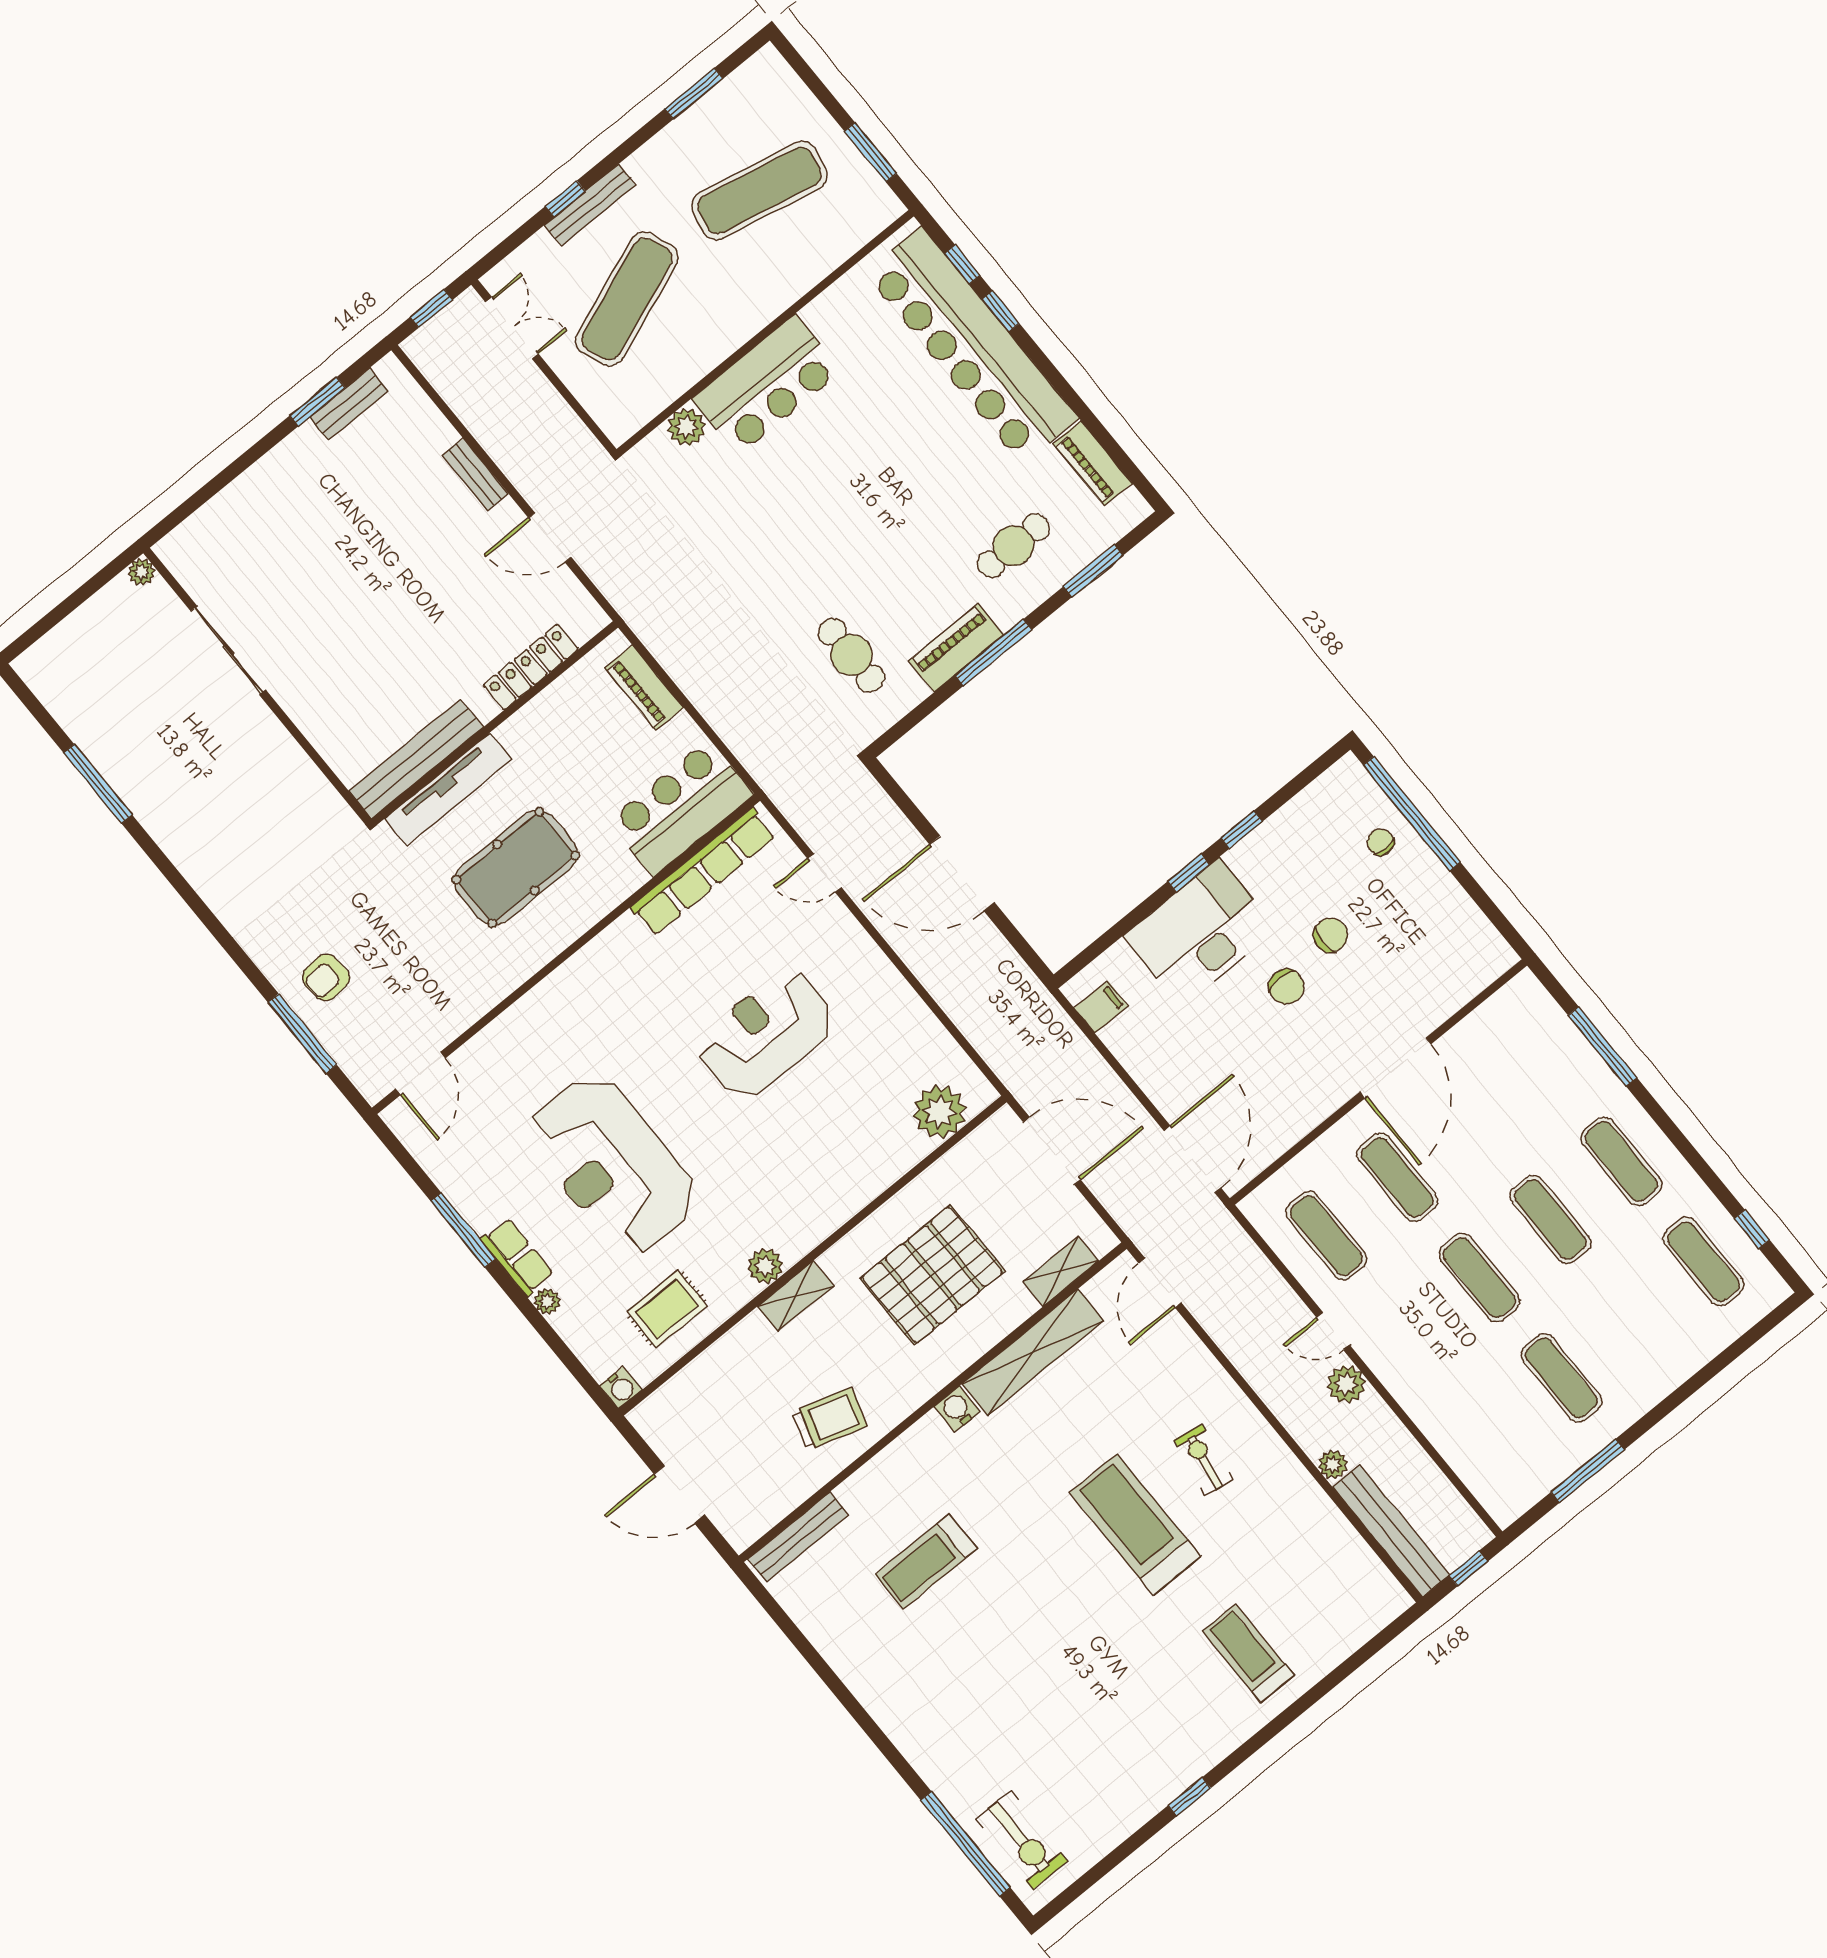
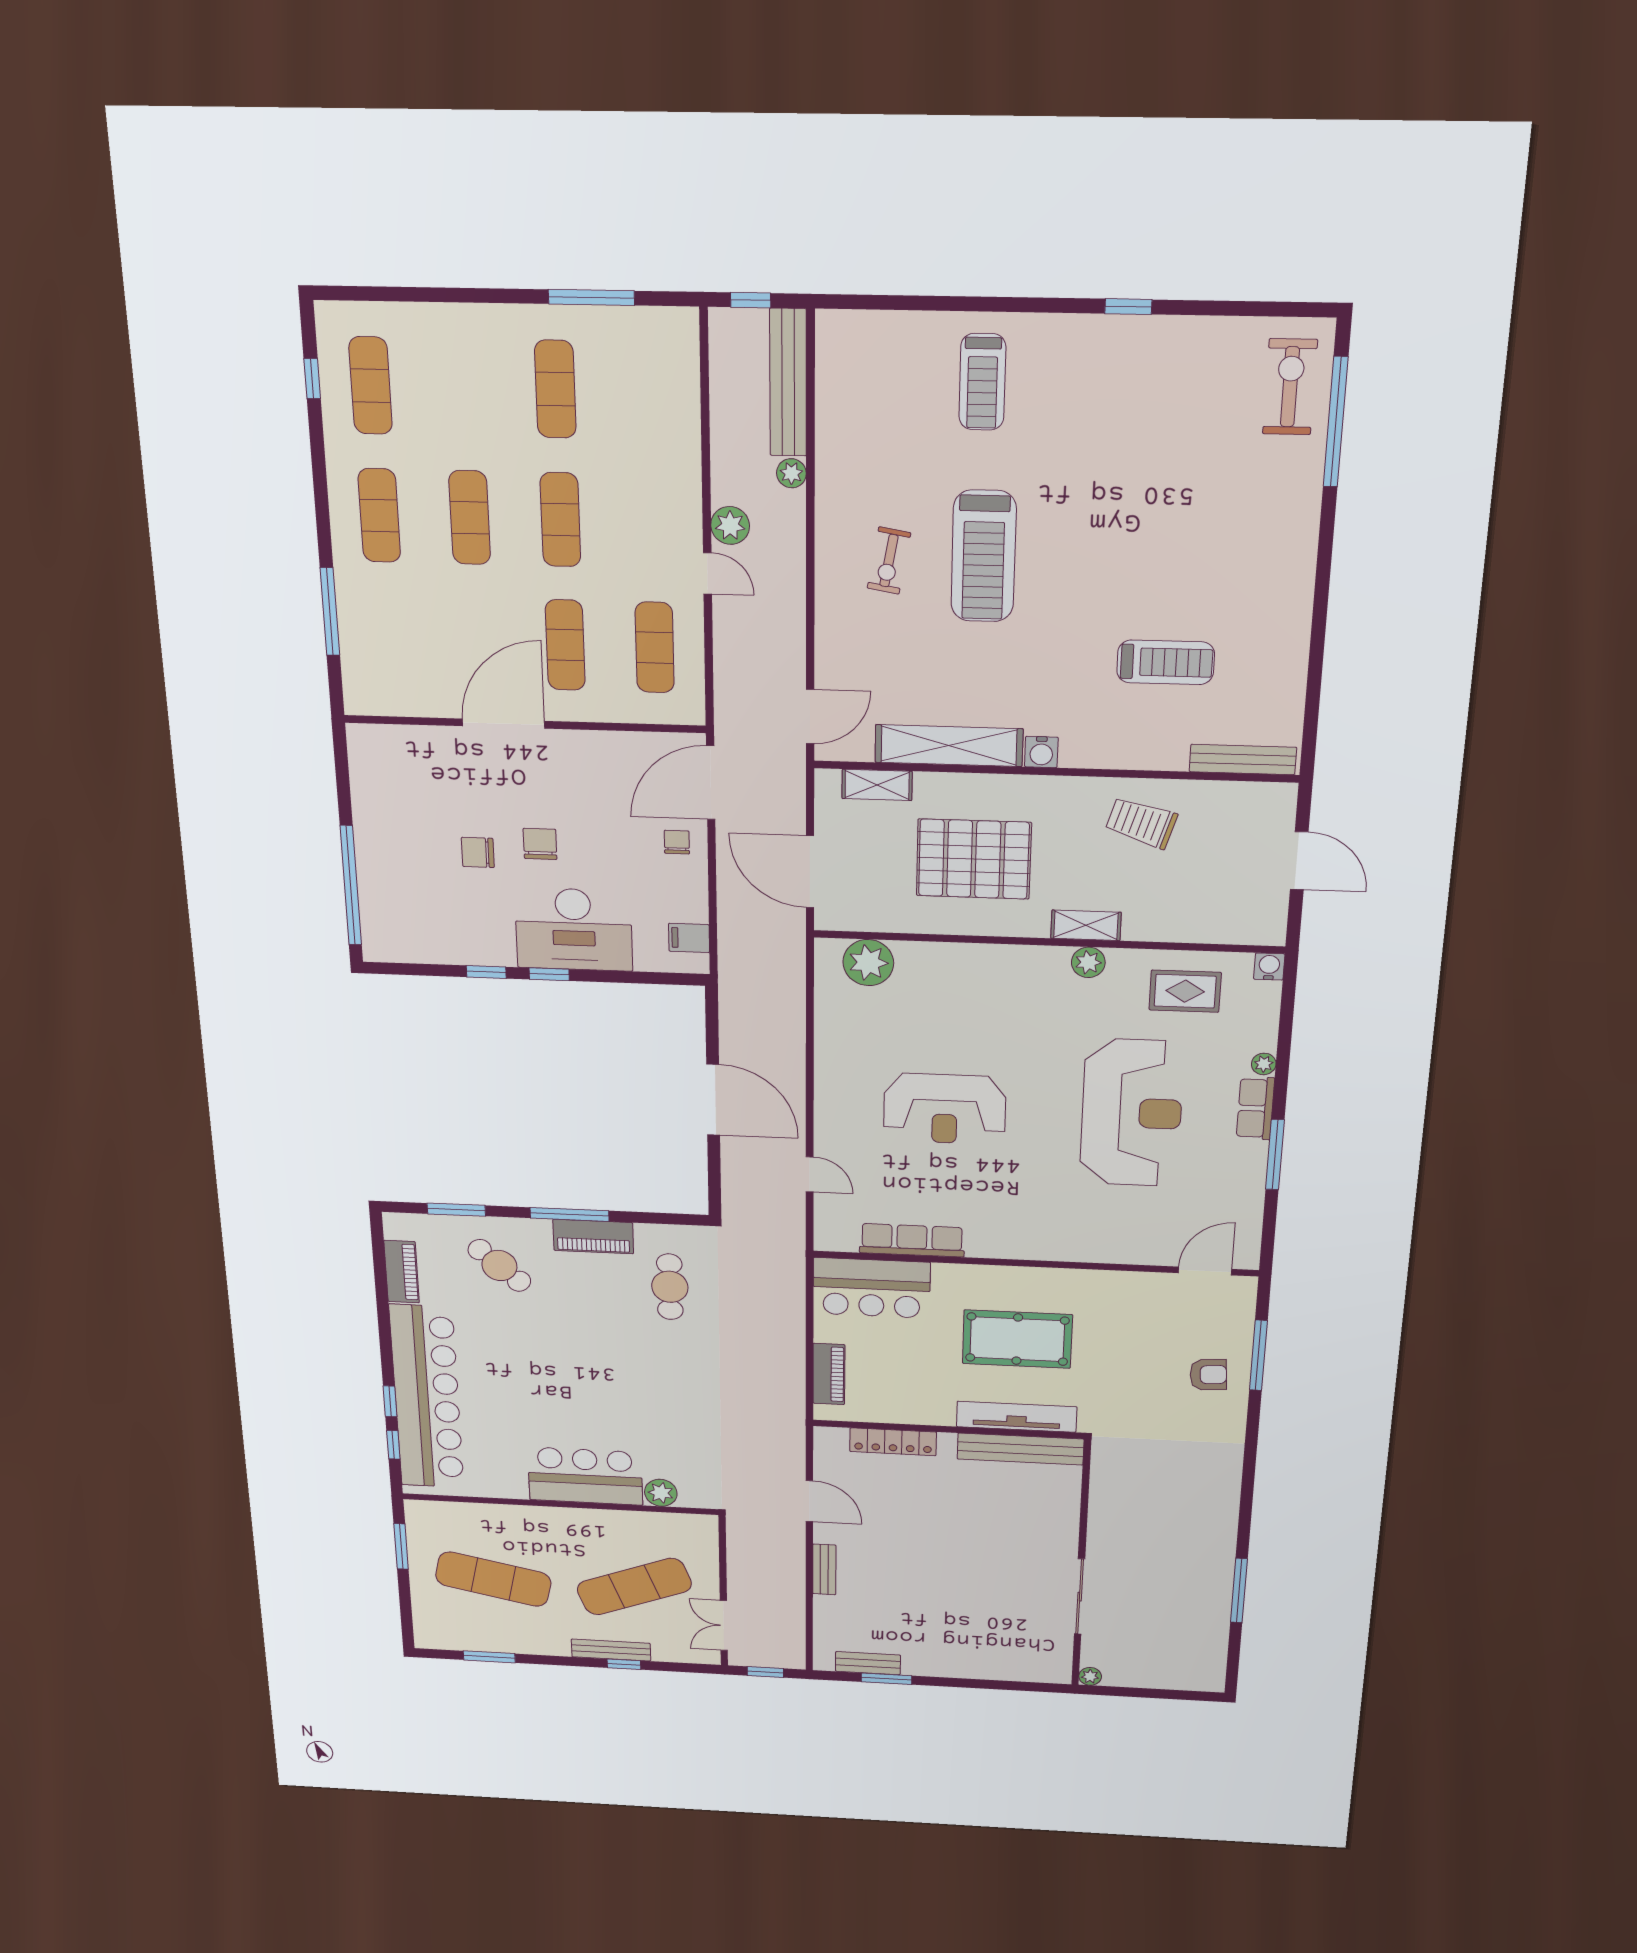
cafe table: (1013, 546) -> (499, 1265), turned 42
chair: (1380, 842) -> (677, 842), moved, turned 180
row of seats: (703, 872) -> (912, 1240), width x0.73

